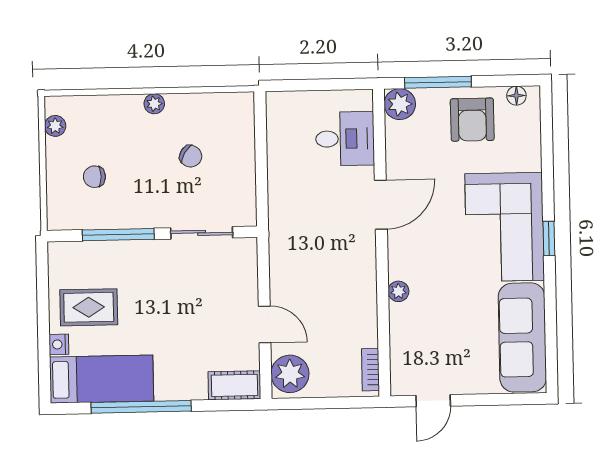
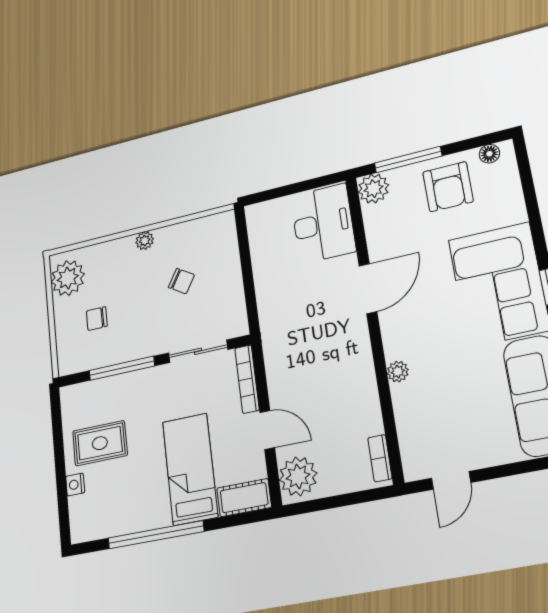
plant: (55, 126) -> (68, 278), width x1.88, depth x1.88
desk: (345, 139) -> (323, 224), width x1.37
bookcase: (250, 271) -> (247, 379), added
bed: (102, 379) -> (190, 469), moved, turned -90

